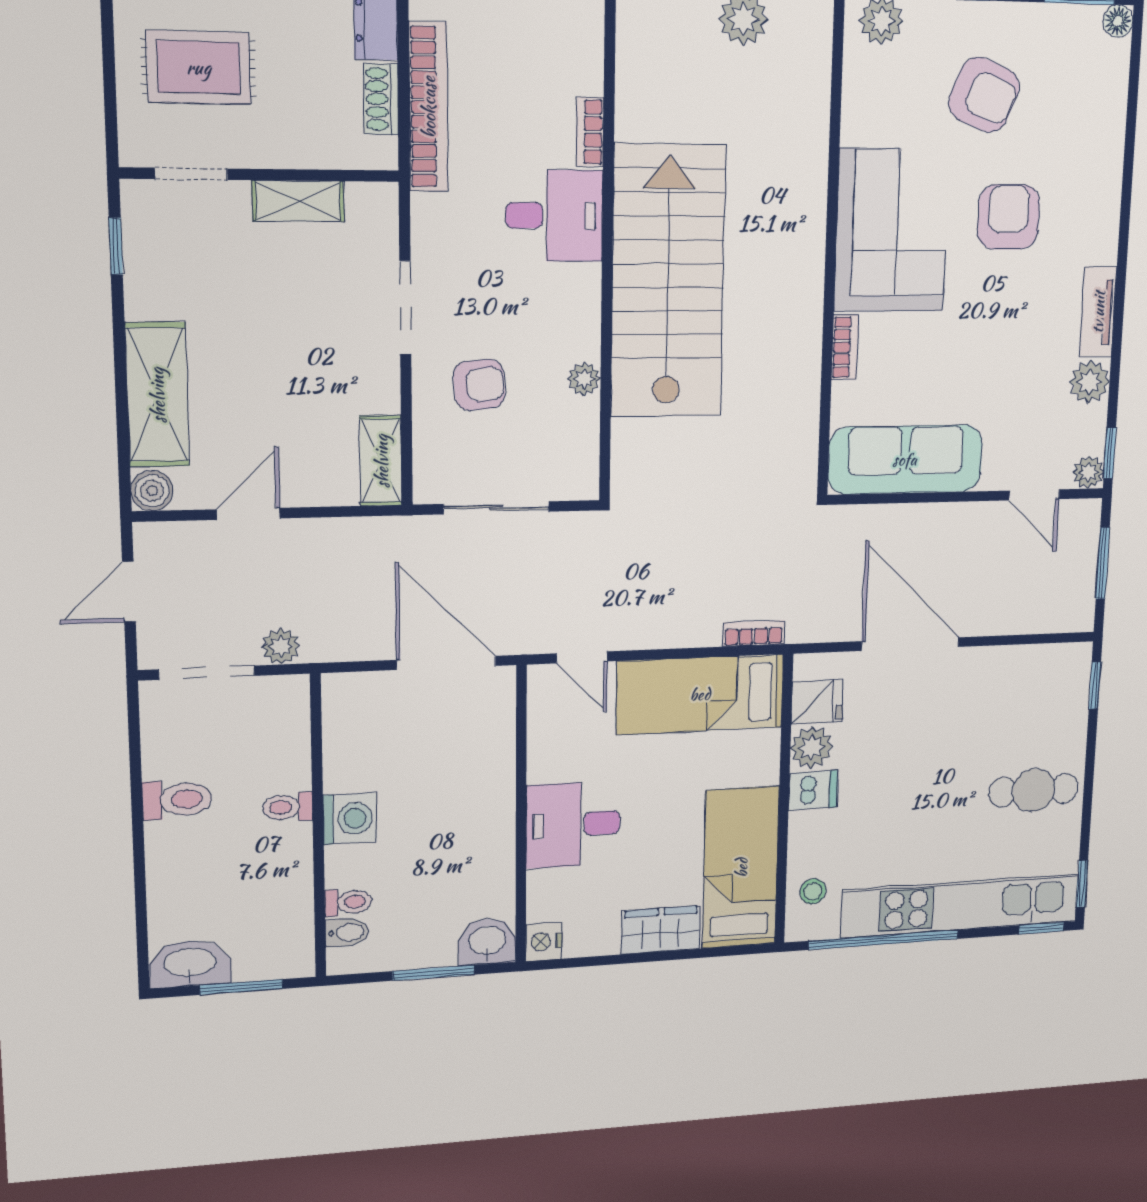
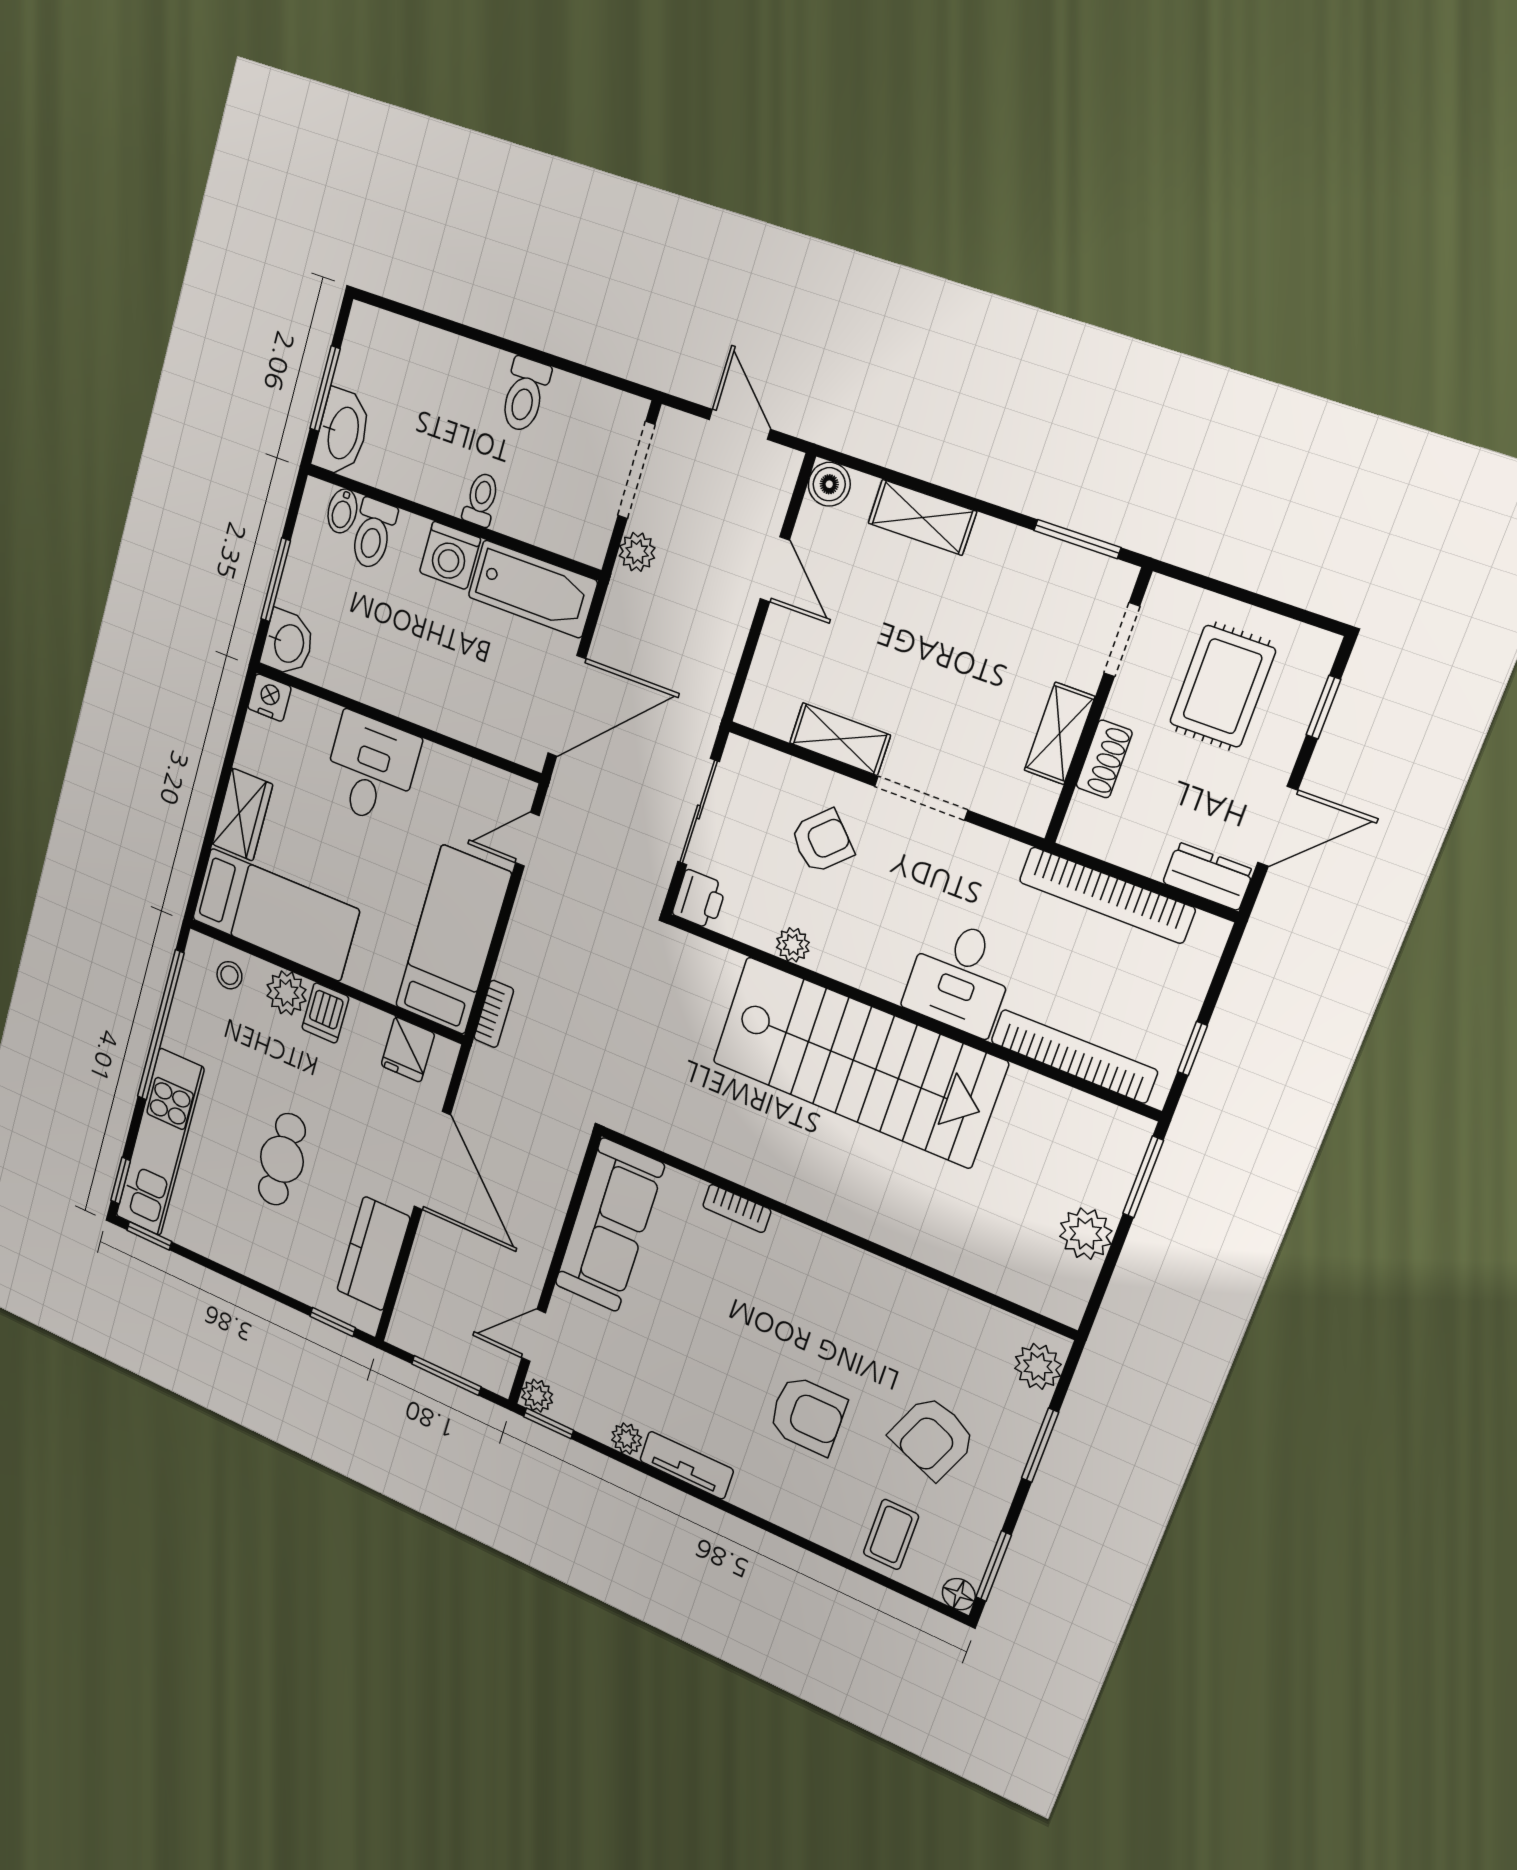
shoe rack: (381, 99) -> (1104, 759), moved, turned 90
coffee table: (1088, 102) -> (891, 1534), added
bookcase: (590, 132) -> (1074, 1056), width x2.31, depth x1.31
corner sofa: (891, 231) -> (833, 1297), removed
window: (116, 246) -> (1077, 539), width x1.50
plant: (1090, 382) -> (627, 1439), width x0.73, depth x0.73
armchair: (479, 385) -> (822, 841), turned -129
shelving: (157, 395) -> (922, 517), width x0.67, depth x0.75
shelving: (381, 461) -> (840, 739), moved
printer: (576, 479) -> (699, 899), added
door: (910, 644) -> (432, 1161), hinge flipped
kitchen counter: (1017, 669) -> (373, 1254), added
bathtub: (351, 731) -> (532, 589), added
plant: (812, 747) -> (287, 993), moved
cafe table: (1034, 790) -> (282, 1159), moved
toilet: (348, 902) -> (373, 534), width x1.37, depth x1.39
kitchen unit: (961, 906) -> (160, 1142), width x0.73
washbasin: (190, 963) -> (342, 433), moved

